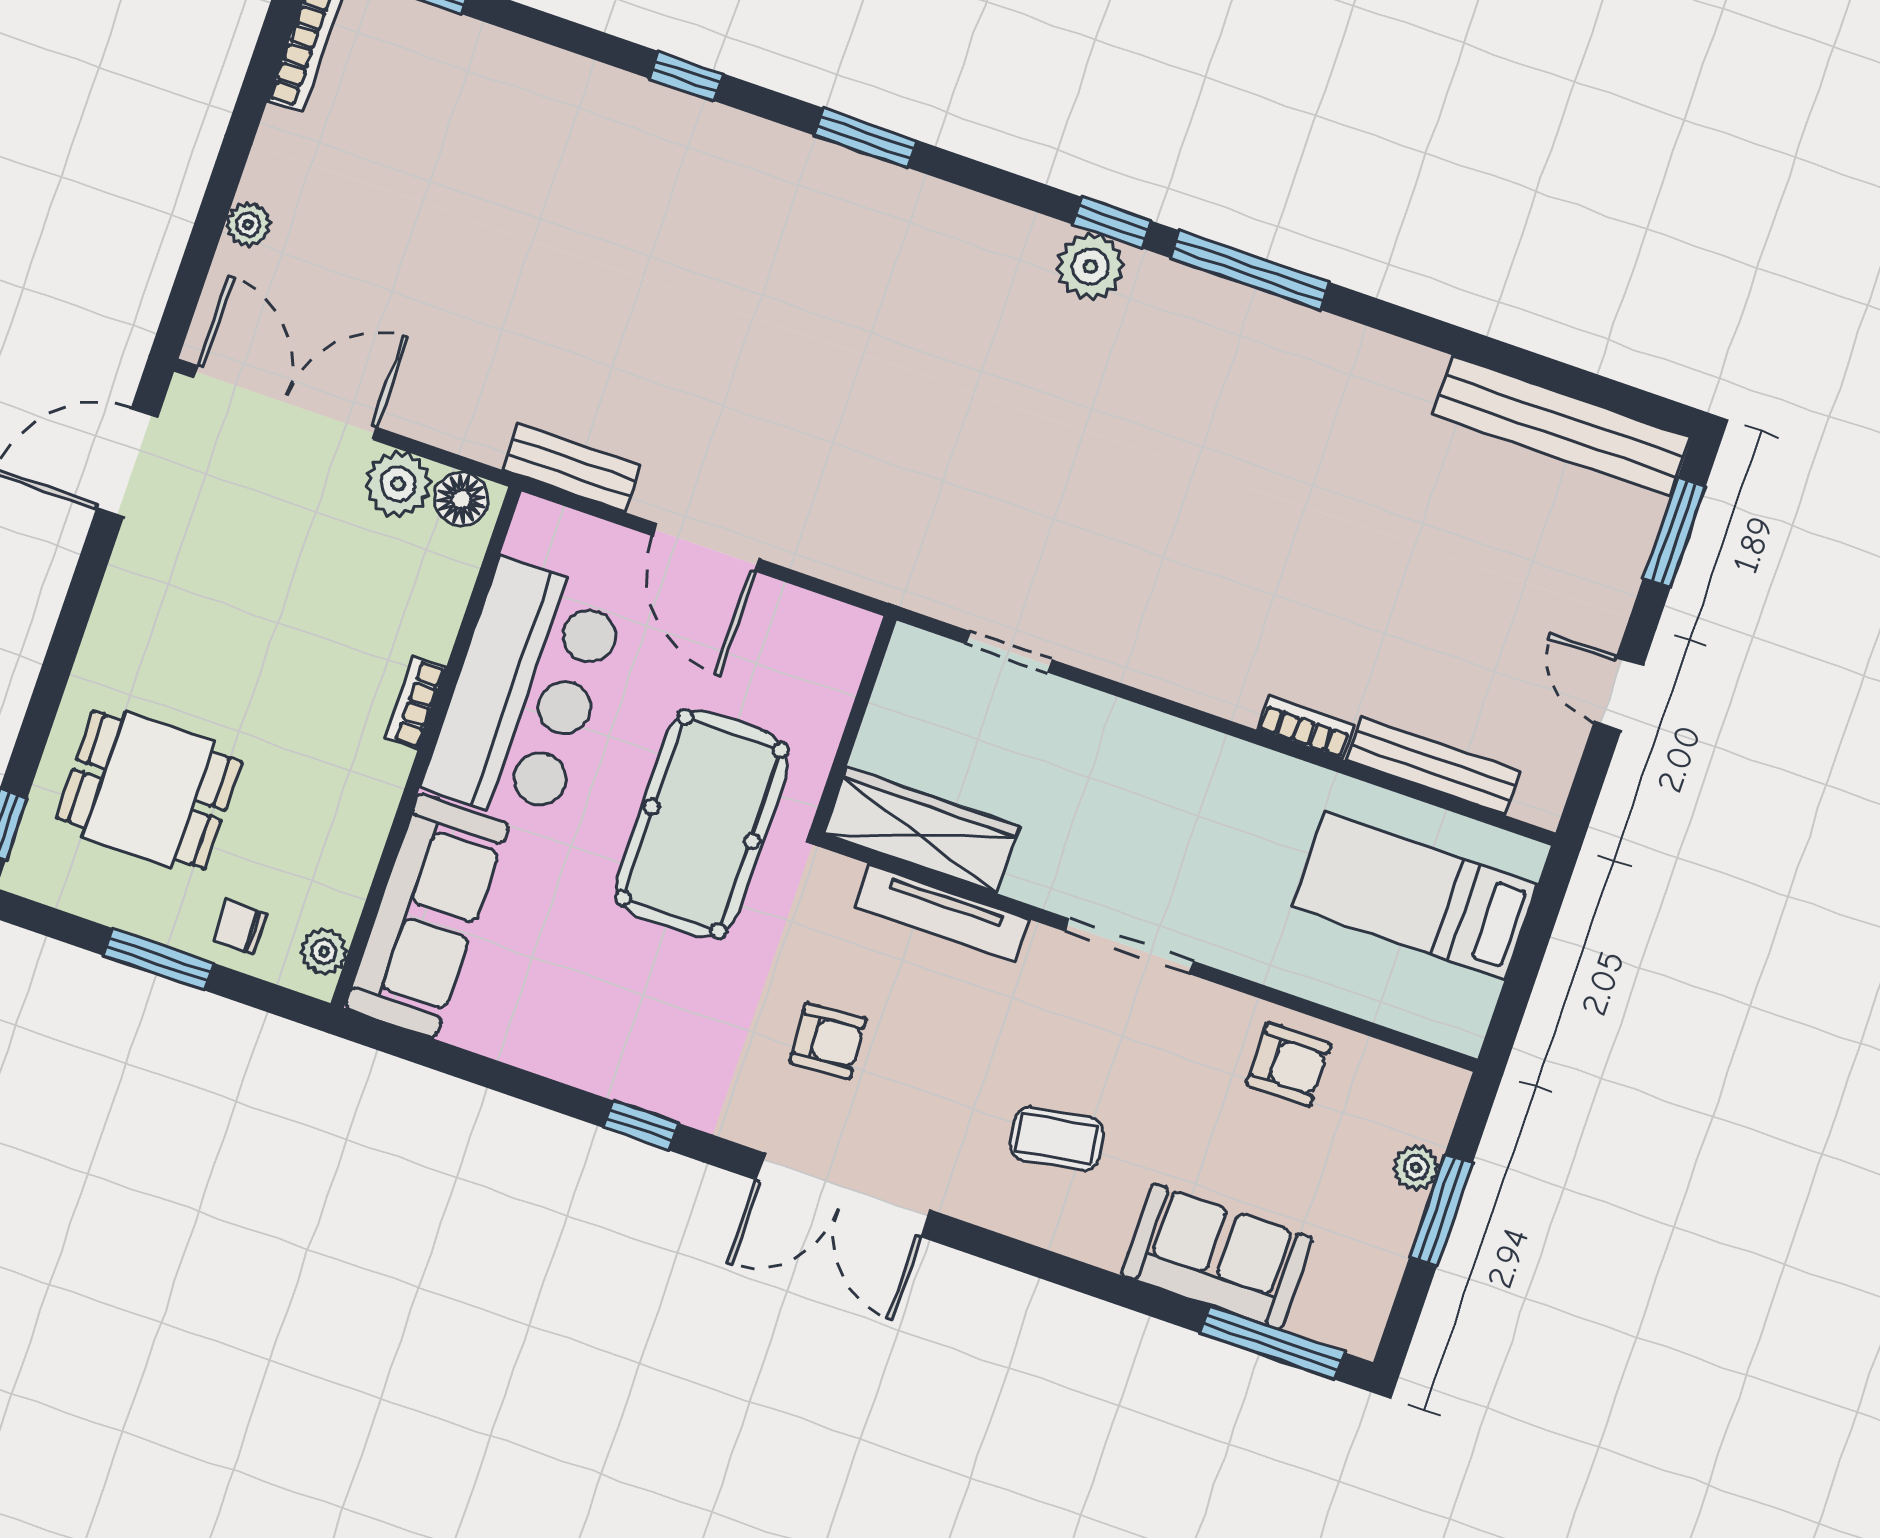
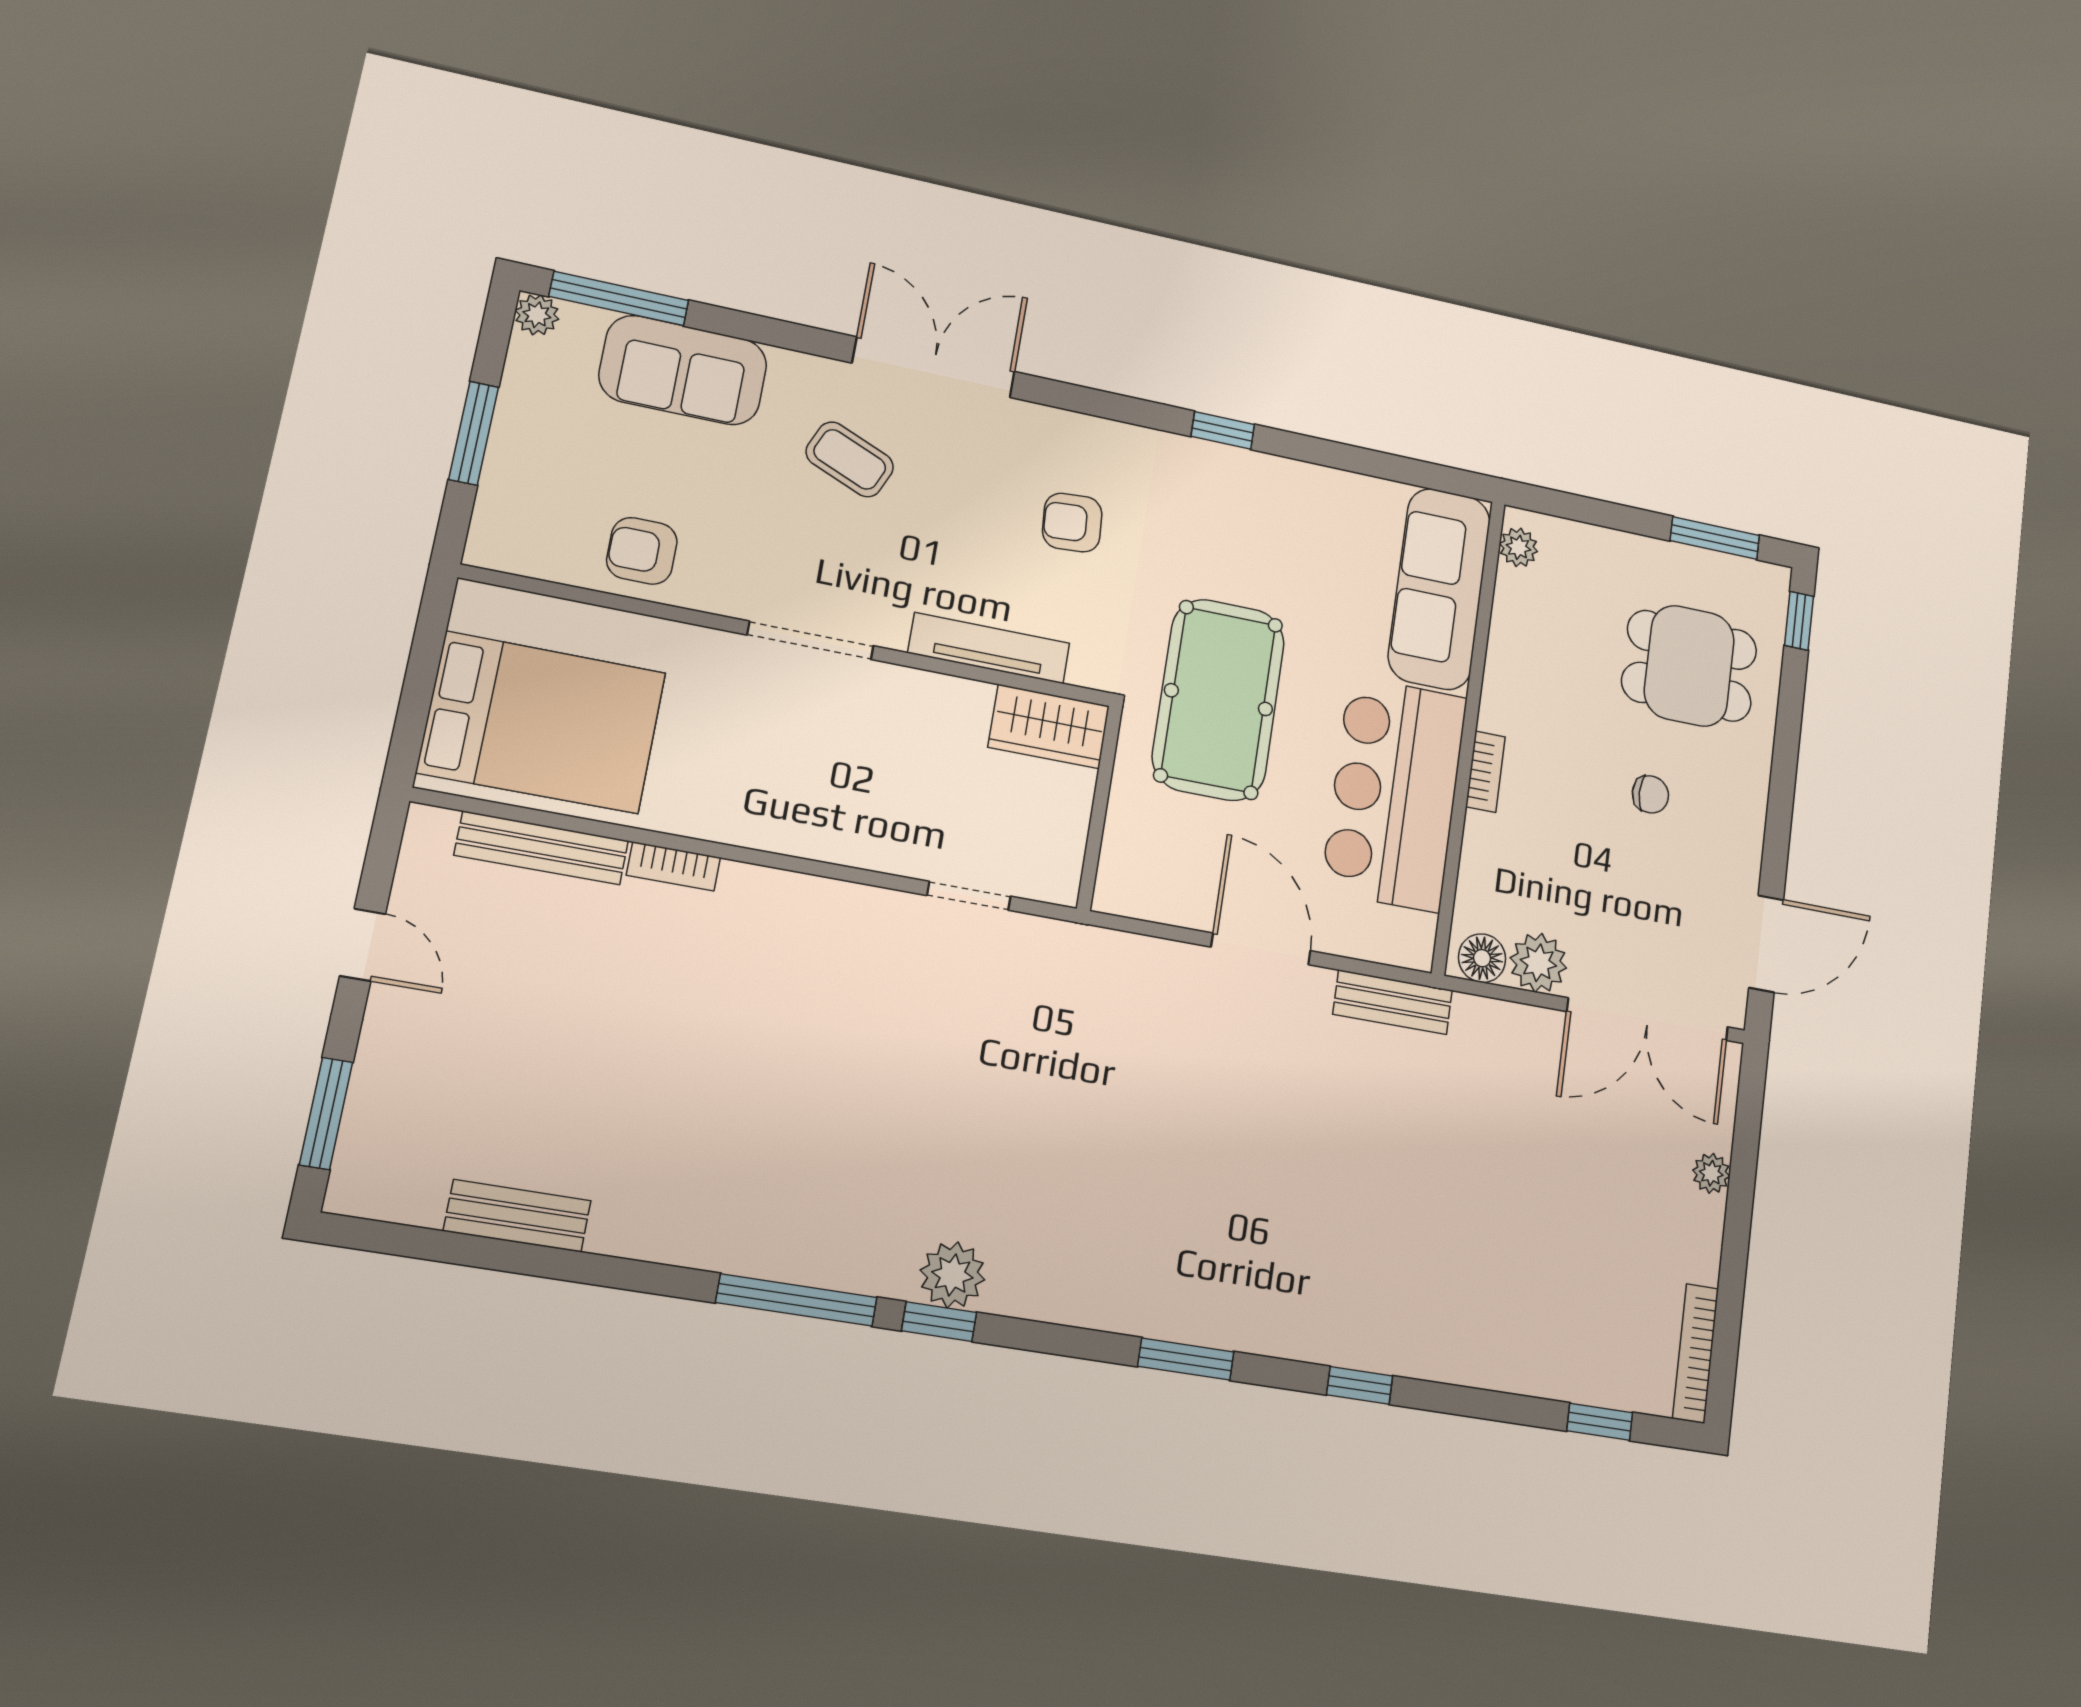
bench: (1561, 426) -> (517, 1216), width x0.54, depth x0.82
wardrobe: (921, 830) -> (1049, 727), width x0.67
bed: (1415, 895) -> (542, 722), width x1.50
chair: (240, 927) -> (1650, 794), moved
window: (158, 959) -> (1715, 538), moved
coffee table: (1057, 1139) -> (850, 459), turned 32
plant: (1416, 1168) -> (537, 315), moved
double door: (843, 1195) -> (934, 367), moved

